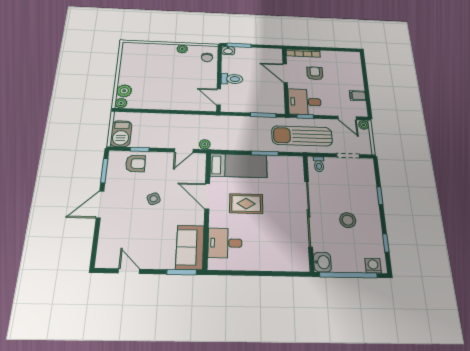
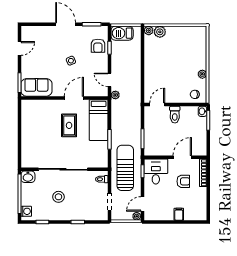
filing cabinet: (358, 96) -> (179, 214), moved
desk: (225, 243) -> (40, 111), removed

